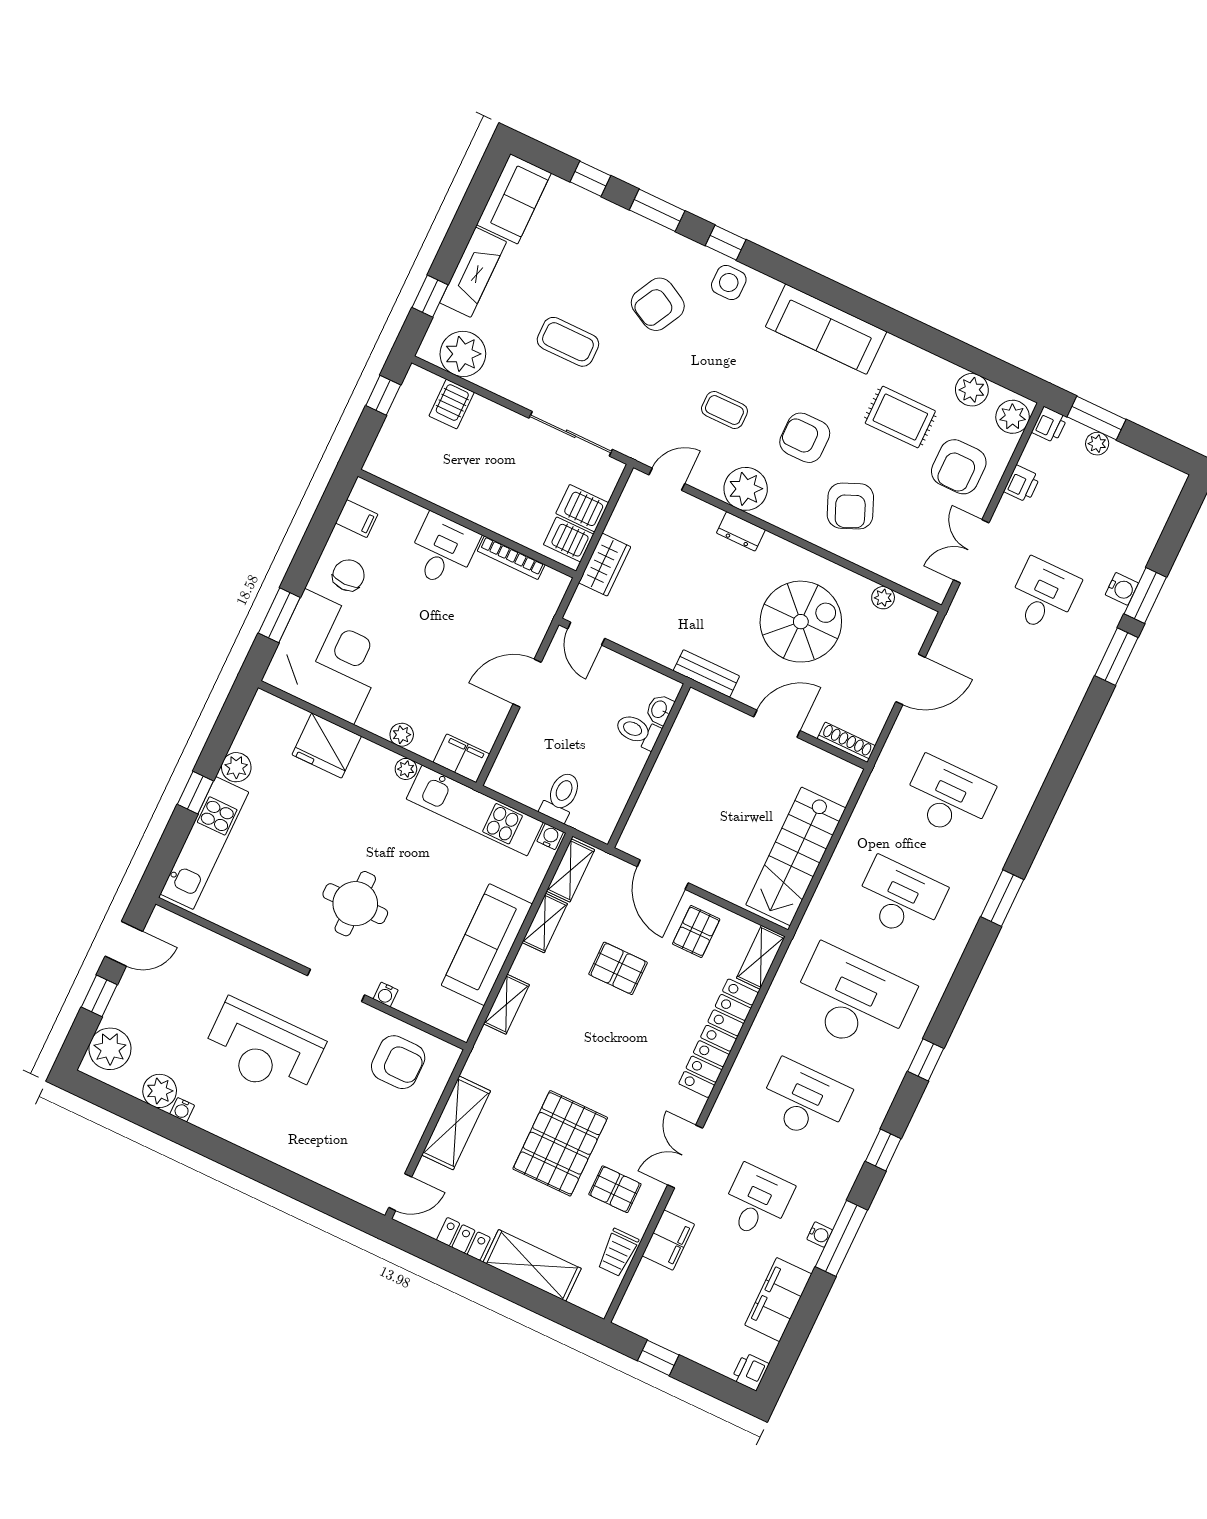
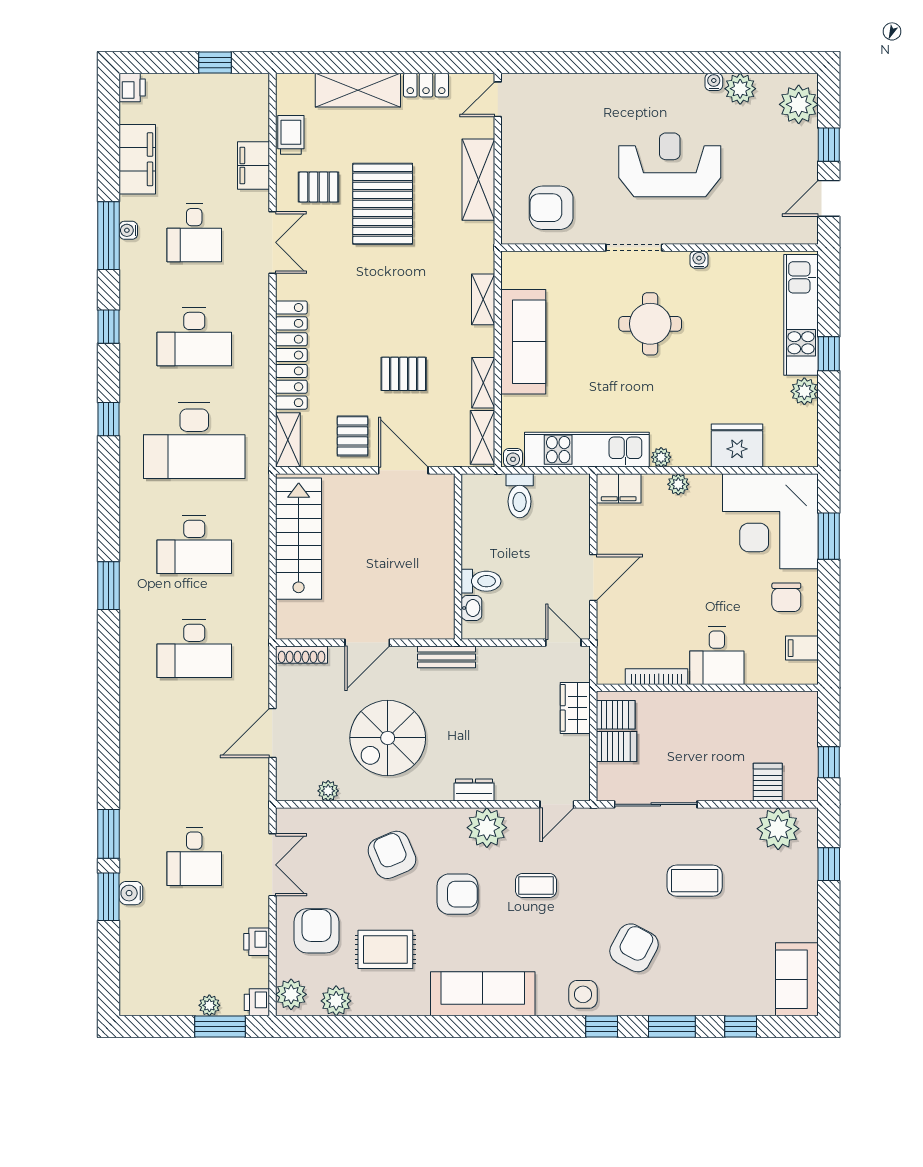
fireplace: (473, 272) -> (802, 901), removed
water cooler: (386, 994) -> (699, 260), moved

